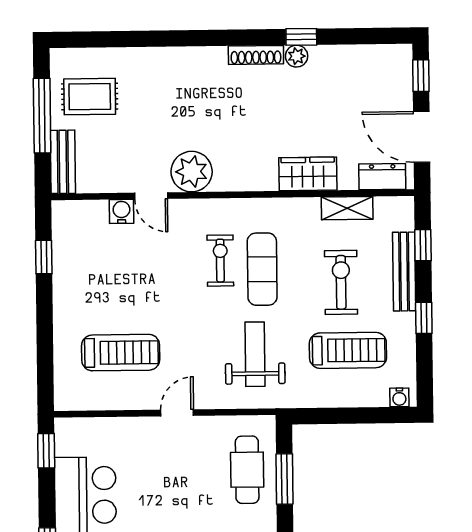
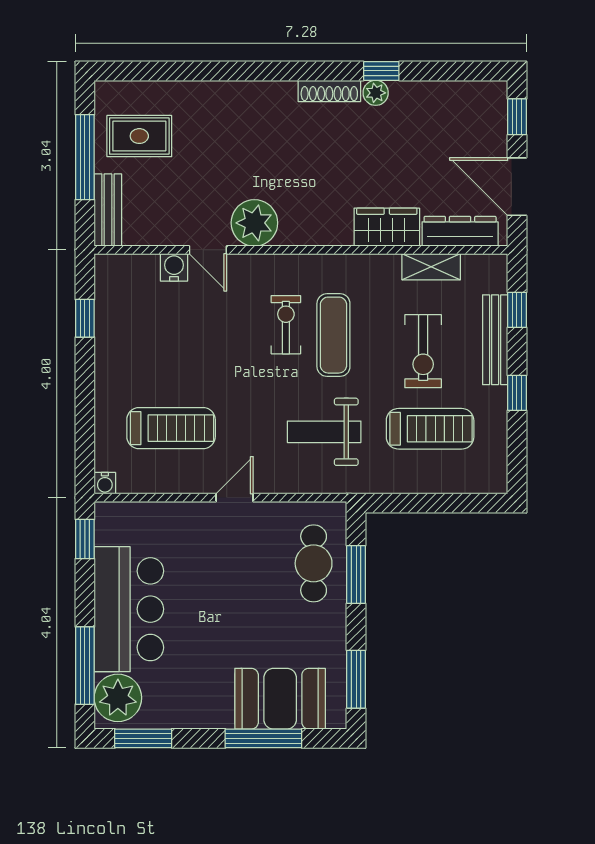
dresser: (382, 177) -> (460, 231), width x1.44
exercise bike: (341, 282) -> (423, 351), turned 180
weight bench: (255, 354) -> (324, 432), turned -90
water cooler: (399, 397) -> (105, 483), moved

